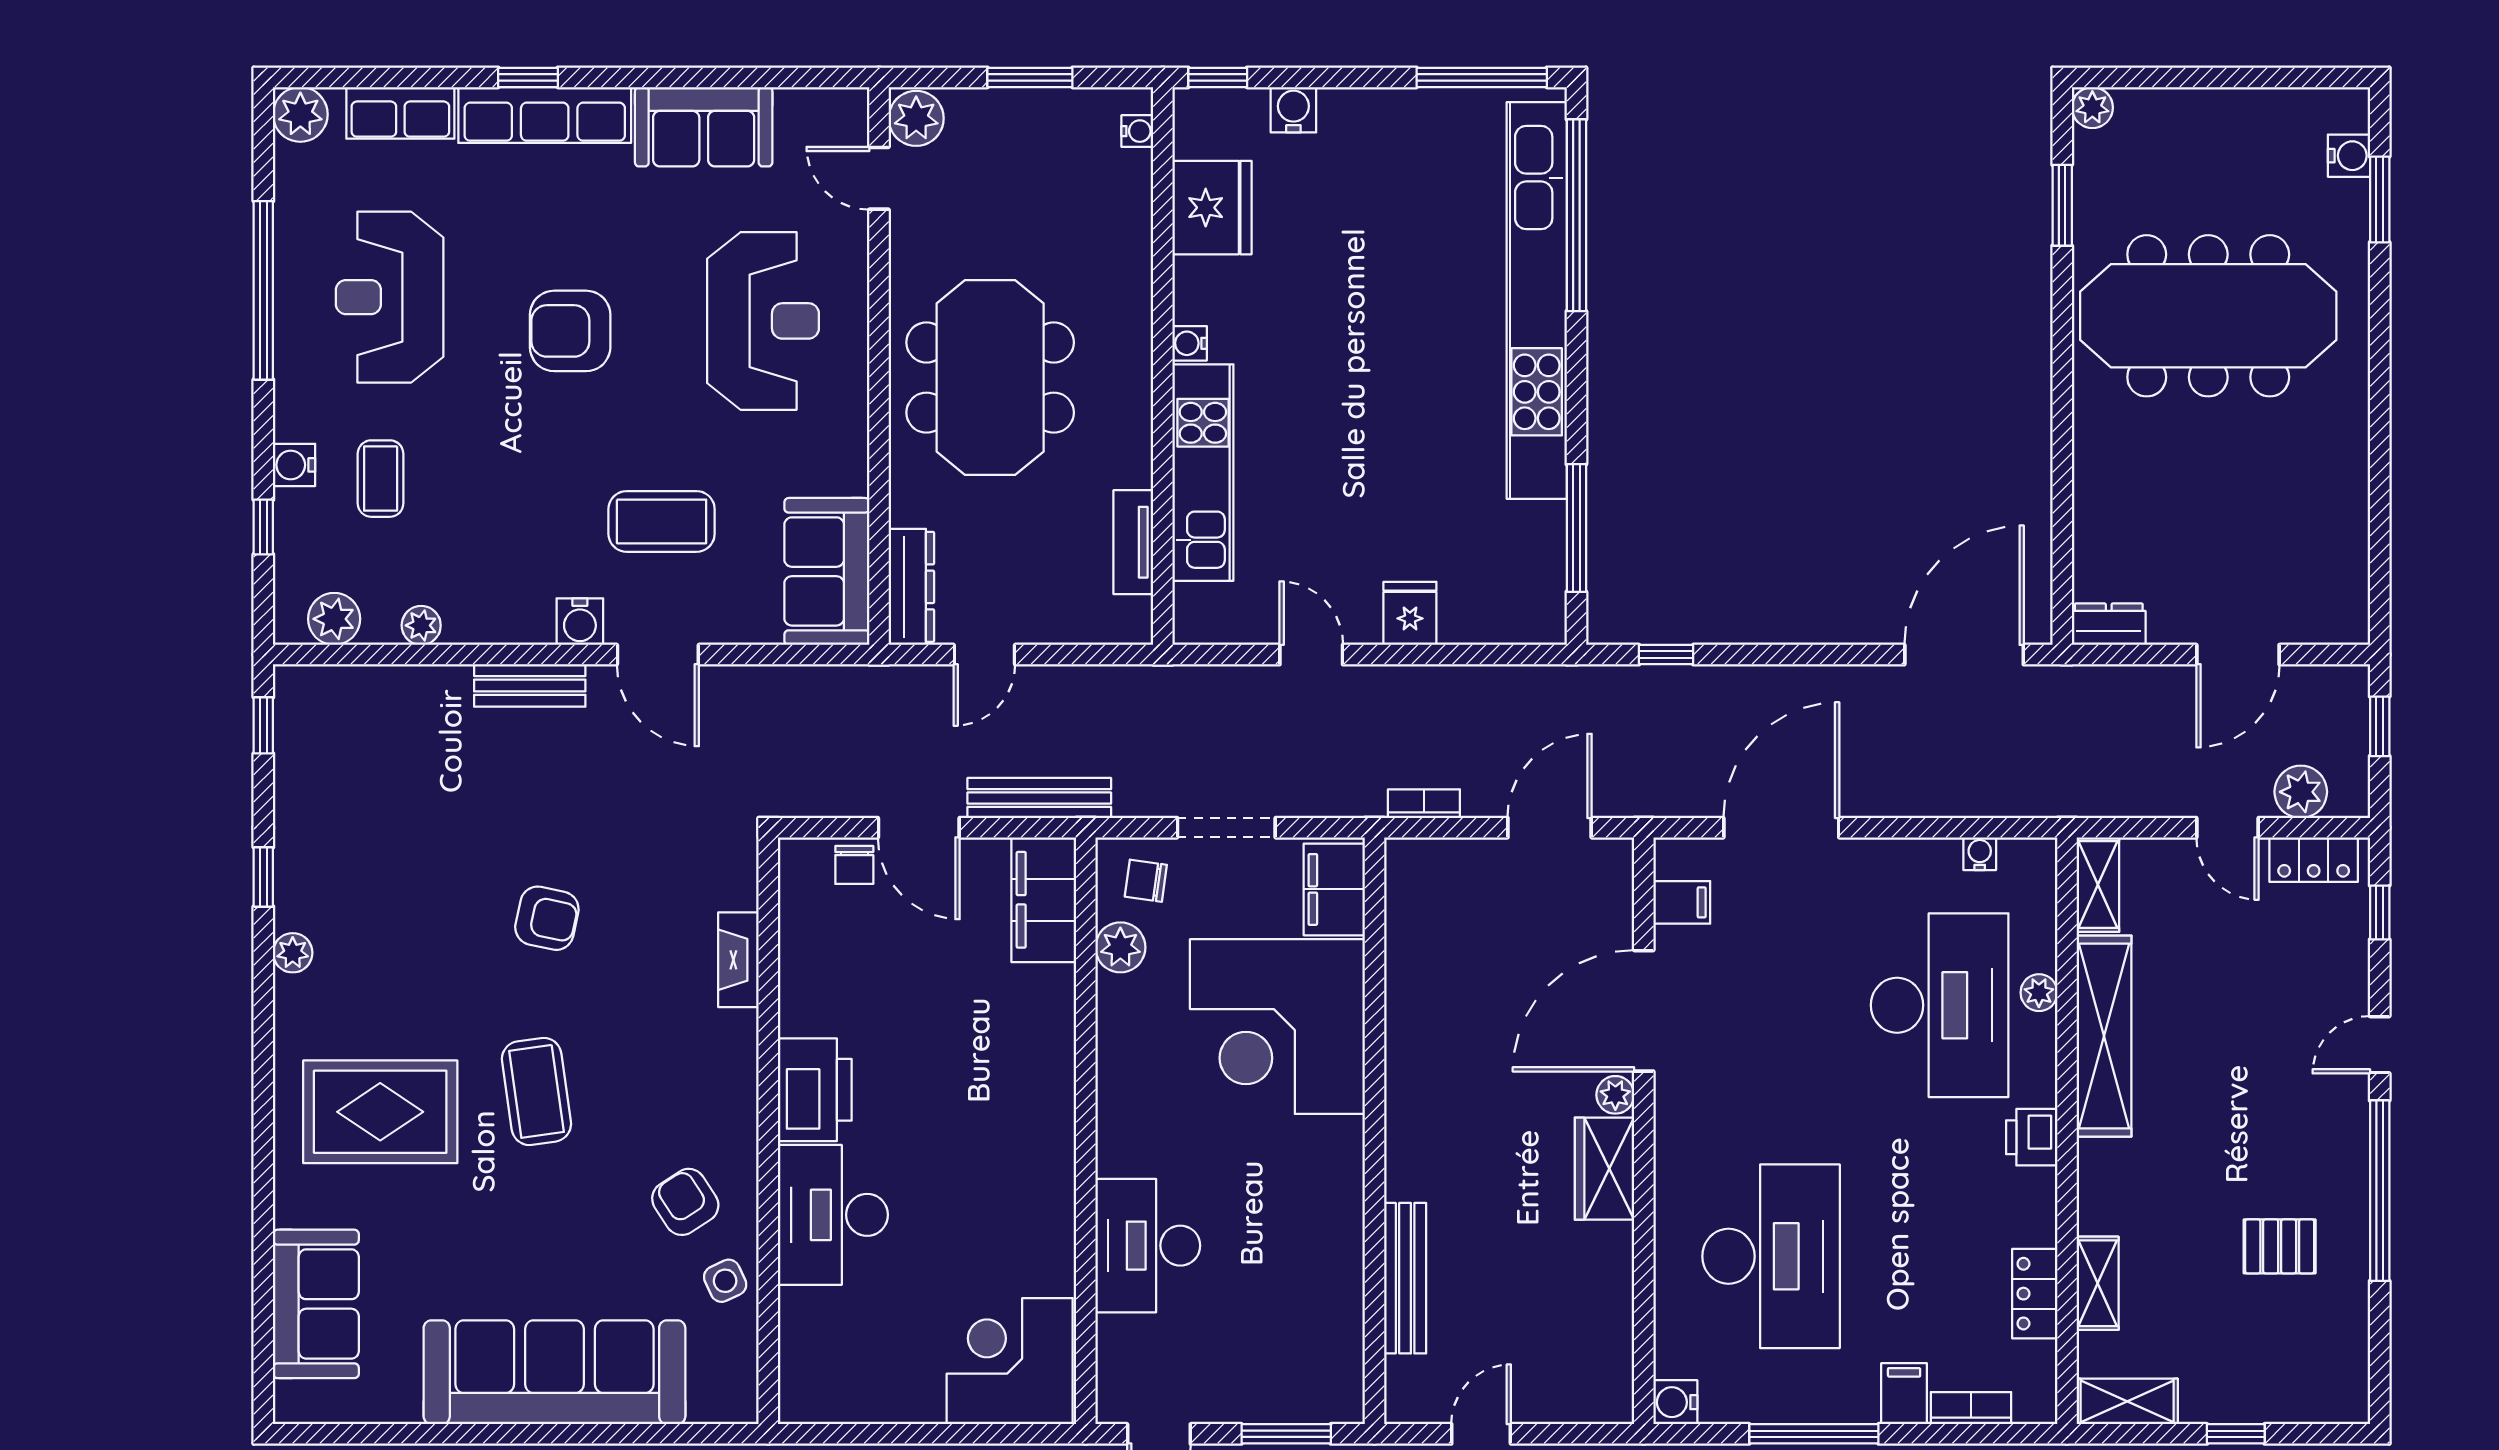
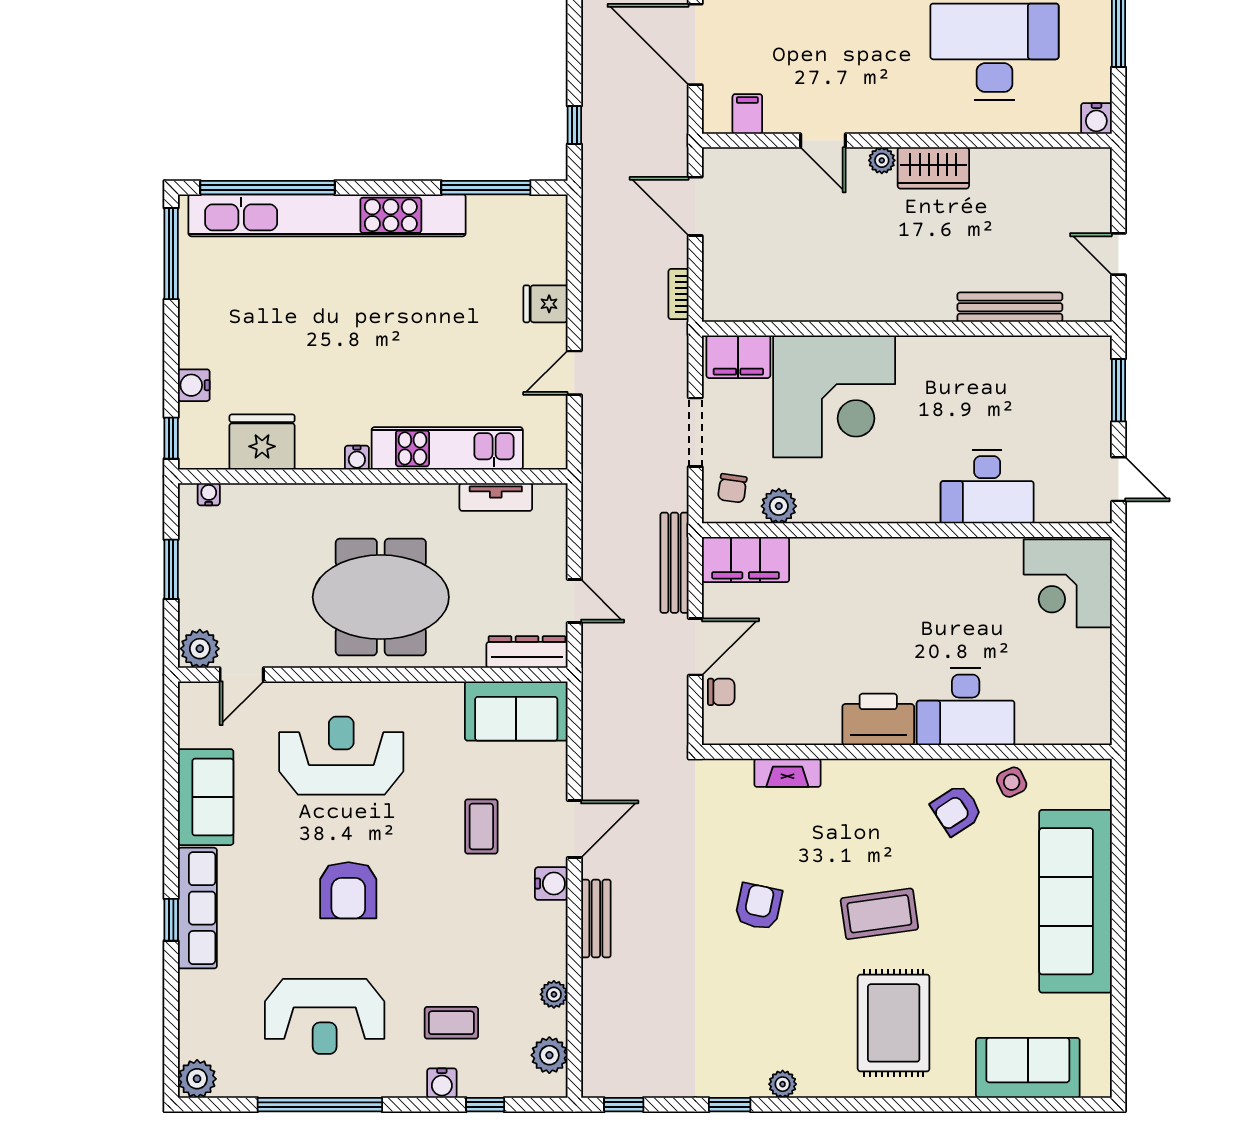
row of seats: (400, 113) -> (196, 1009), removed
coffee table: (662, 521) -> (481, 826), width x0.73, depth x0.77
door: (1644, 1011) -> (823, 141), width x0.53

